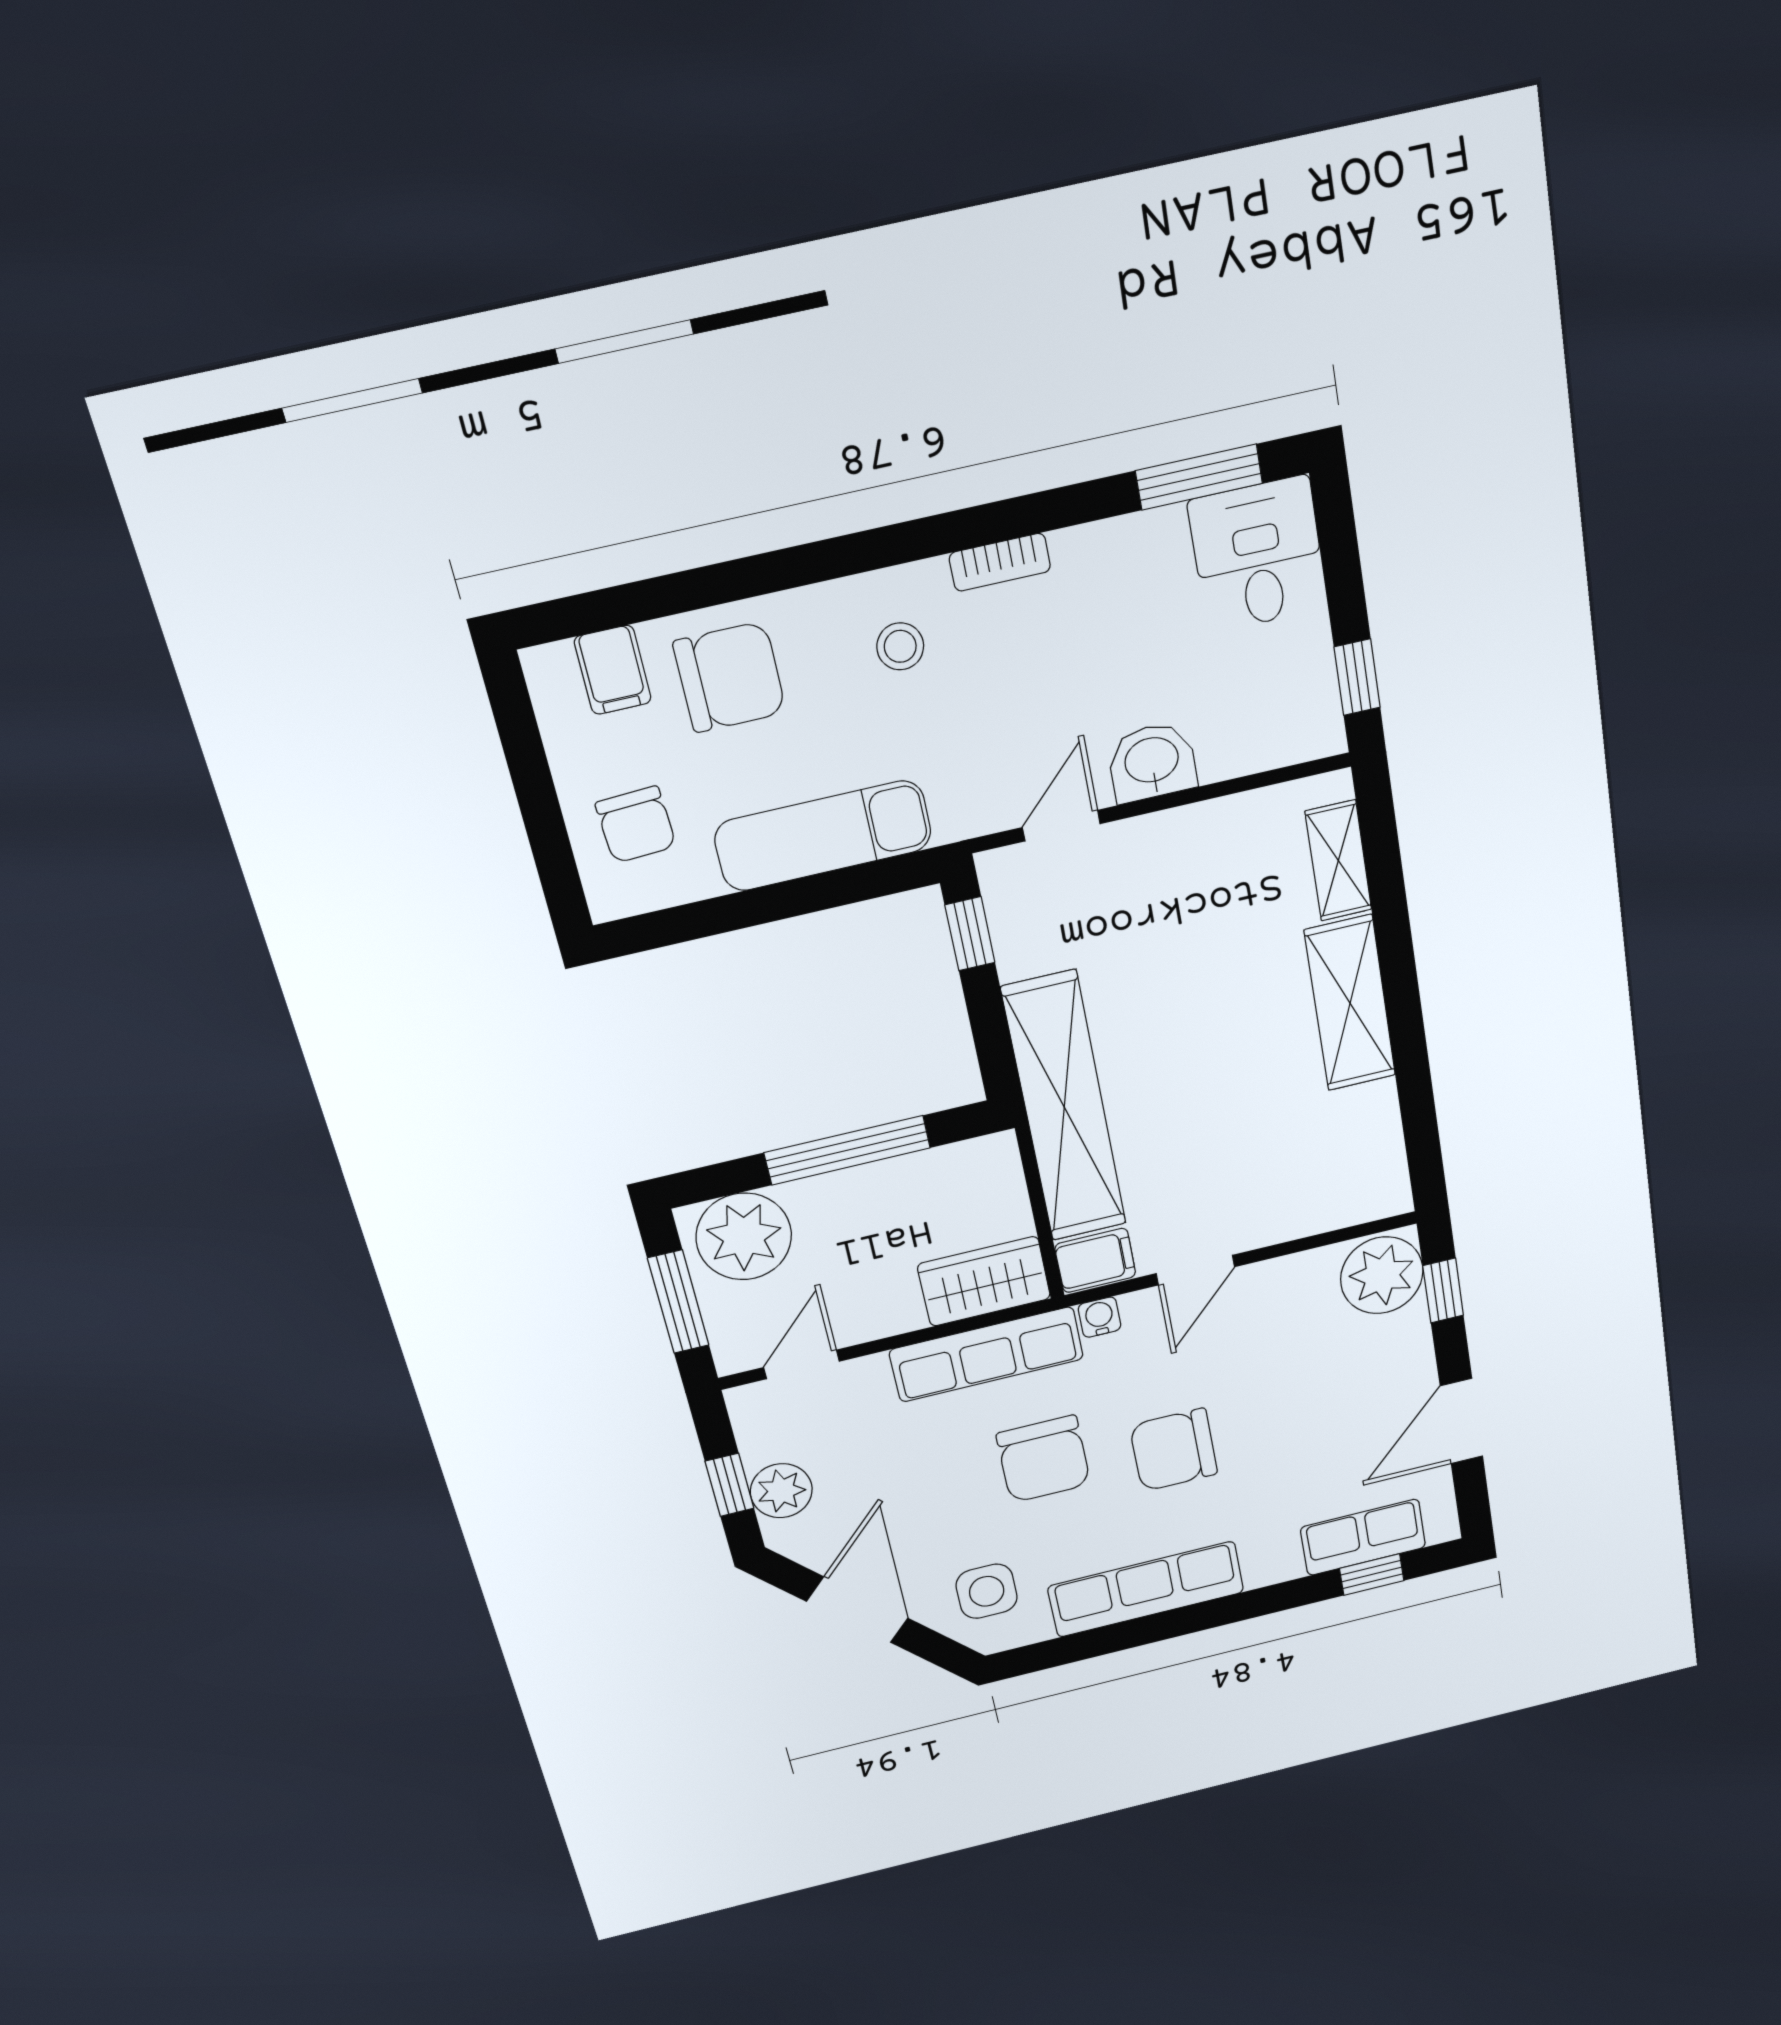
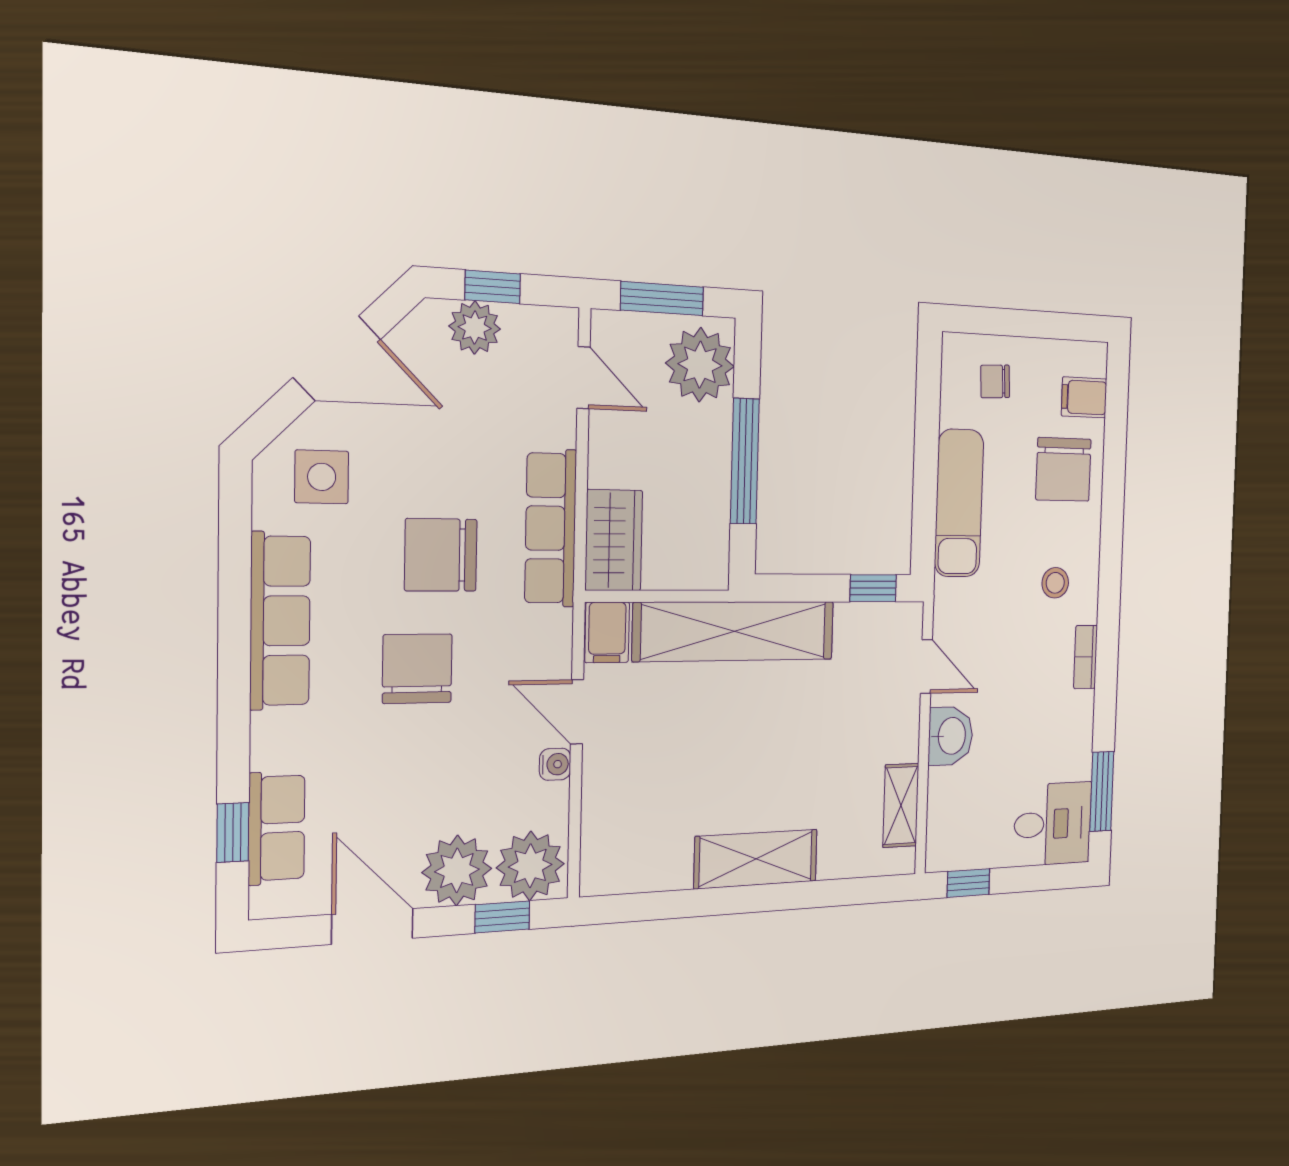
chair: (636, 825) -> (995, 381), width x0.73, depth x0.73
shelving: (1338, 861) -> (901, 805), moved, turned 90
water cooler: (1100, 1317) -> (555, 764), moved
plant: (1394, 1352) -> (457, 870), added

